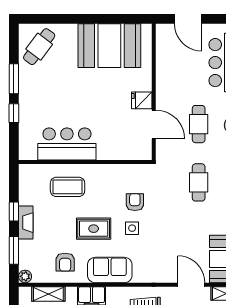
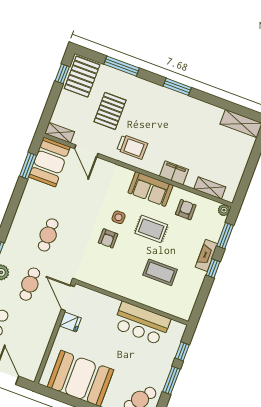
bar counter: (67, 144) -> (142, 323), moved
wall: (85, 162) -> (132, 302), moved

